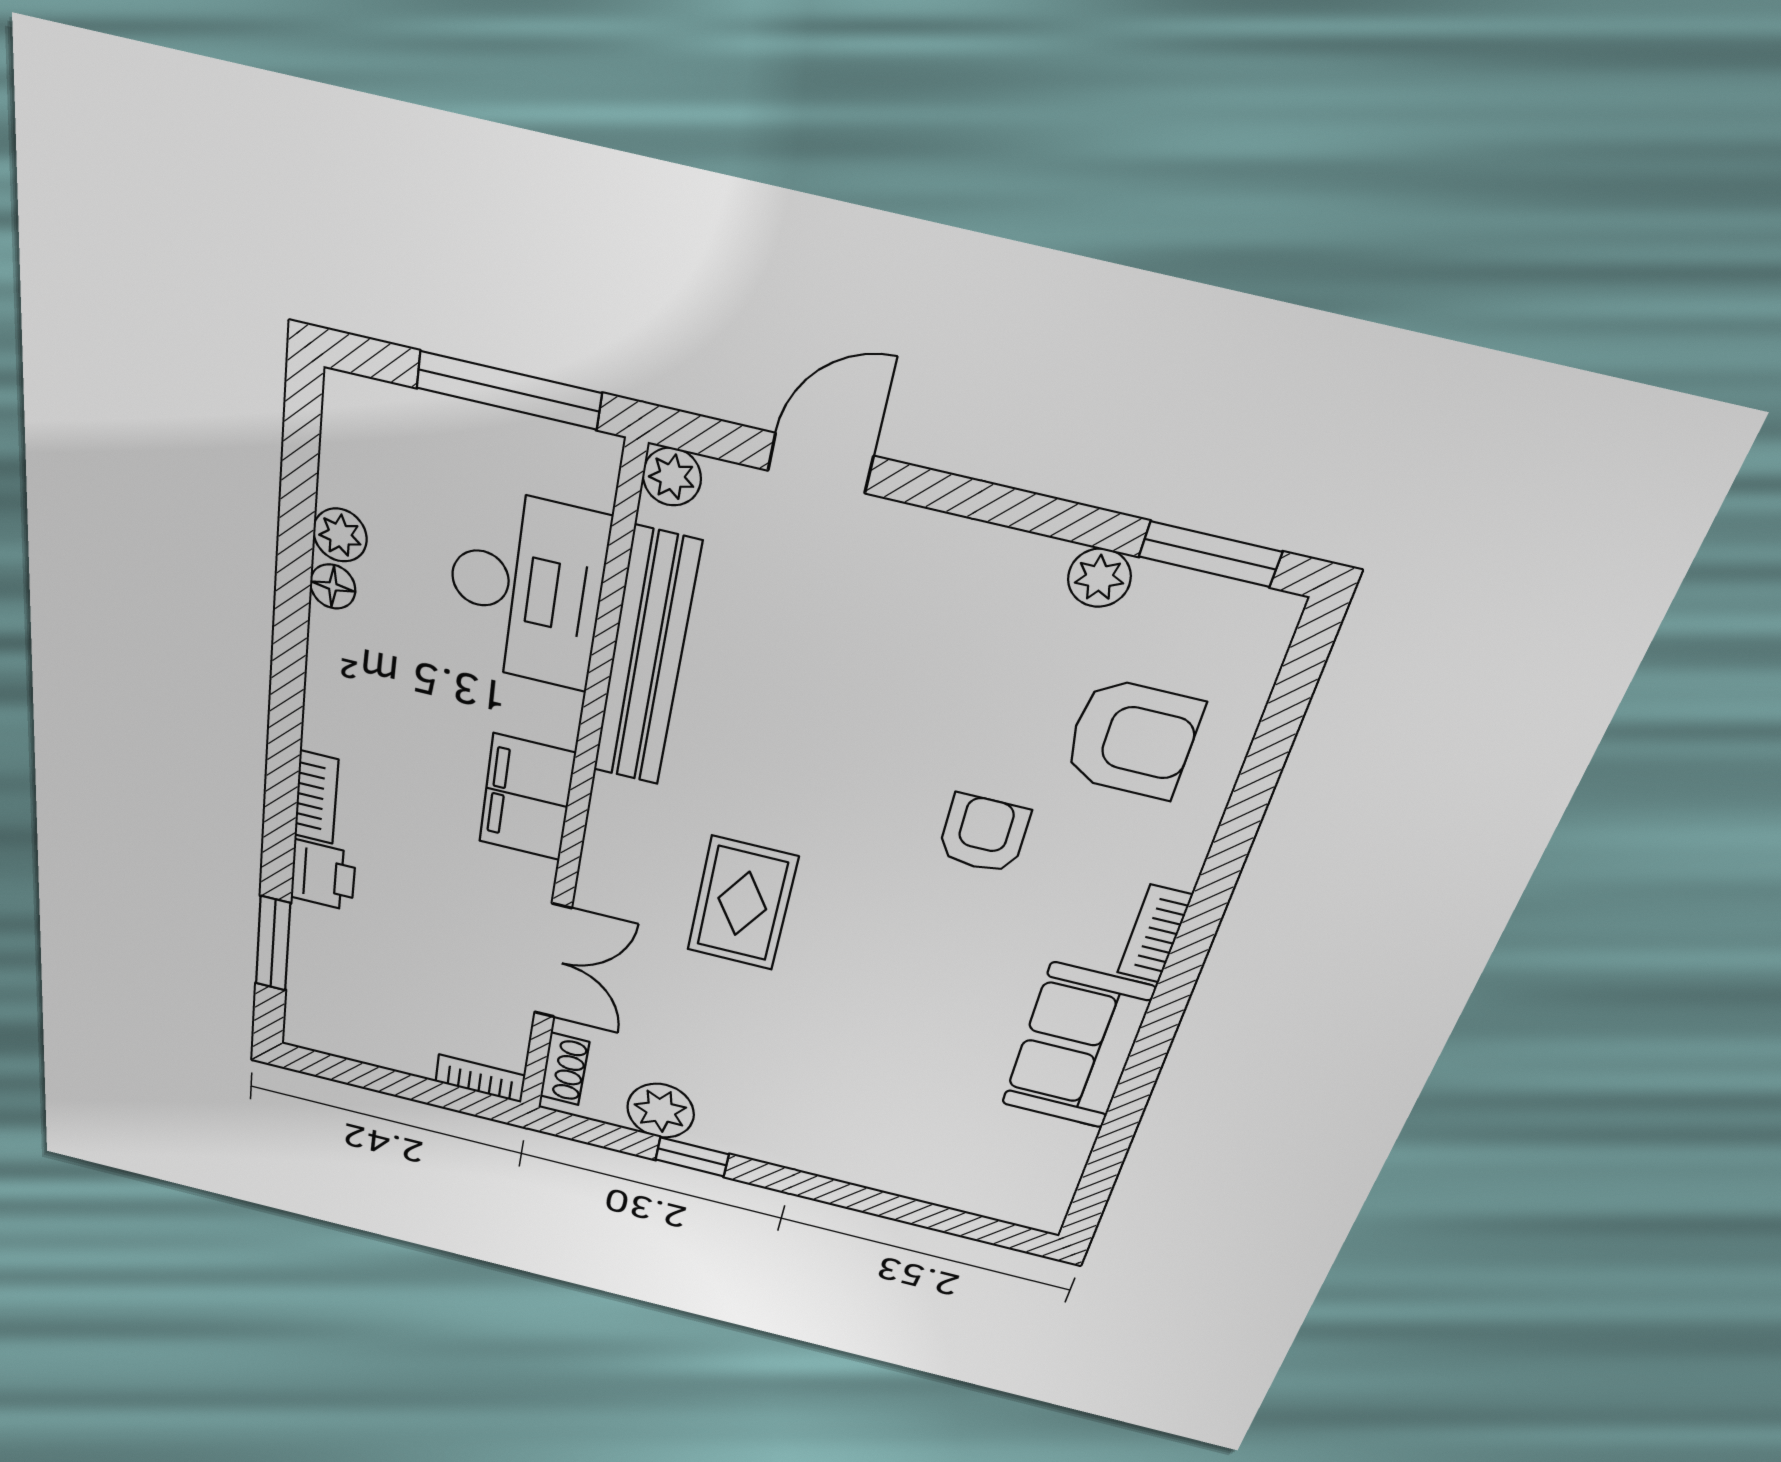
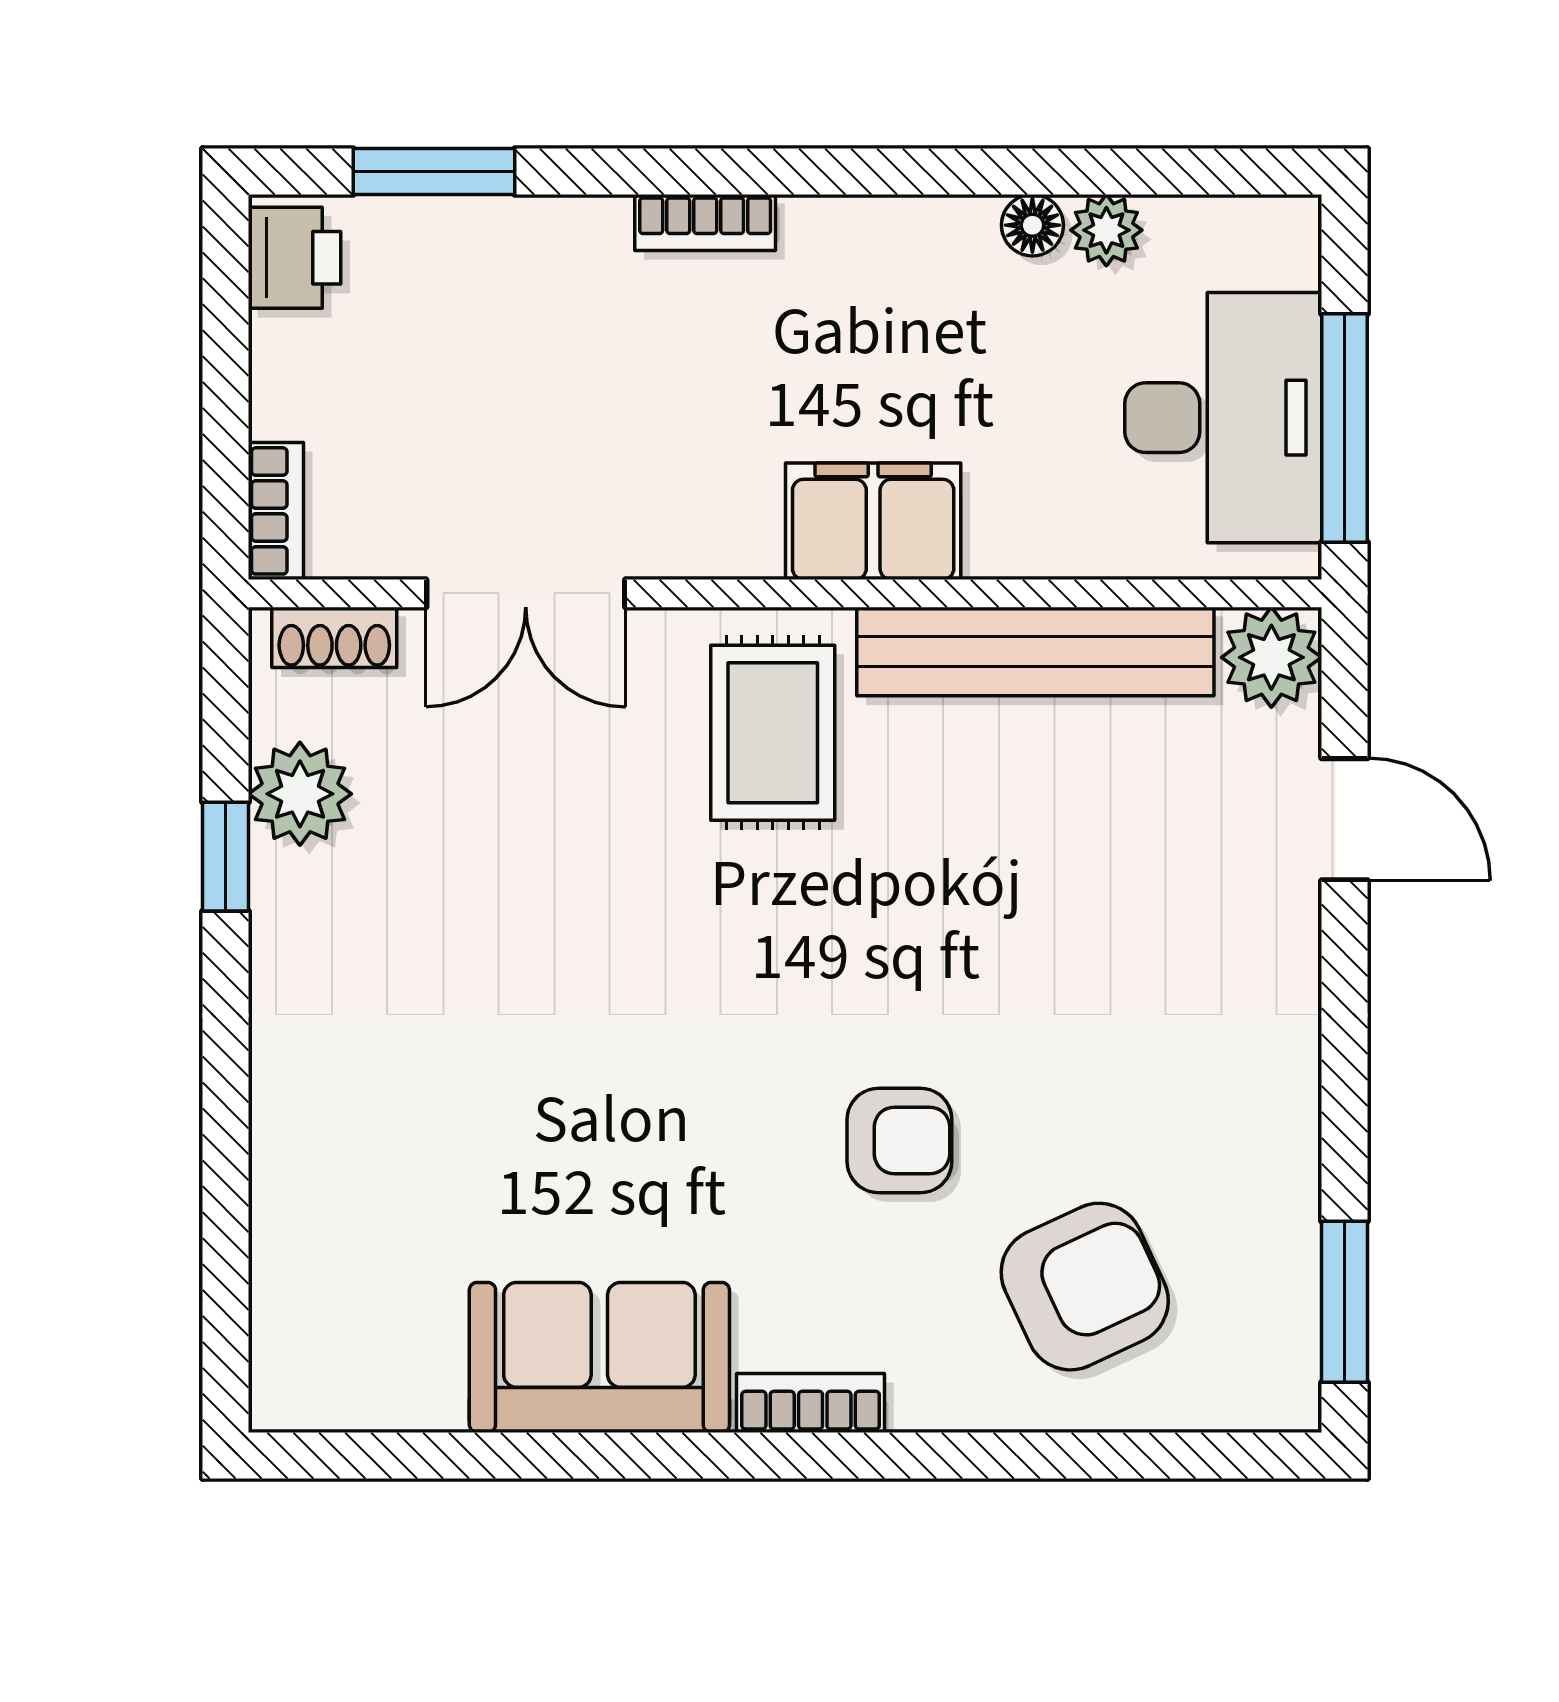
plant: (672, 477) -> (1271, 657), width x1.38, depth x1.38
plant: (1099, 578) -> (1284, 1183), removed
desk: (526, 589) -> (1223, 418), moved, turned -90
armchair: (1132, 739) -> (1085, 1287), turned -115
filing cabinet: (527, 797) -> (873, 521), moved
printer: (323, 875) -> (295, 258), moved, turned -90
rug: (742, 904) -> (773, 733), moved, turned 90

